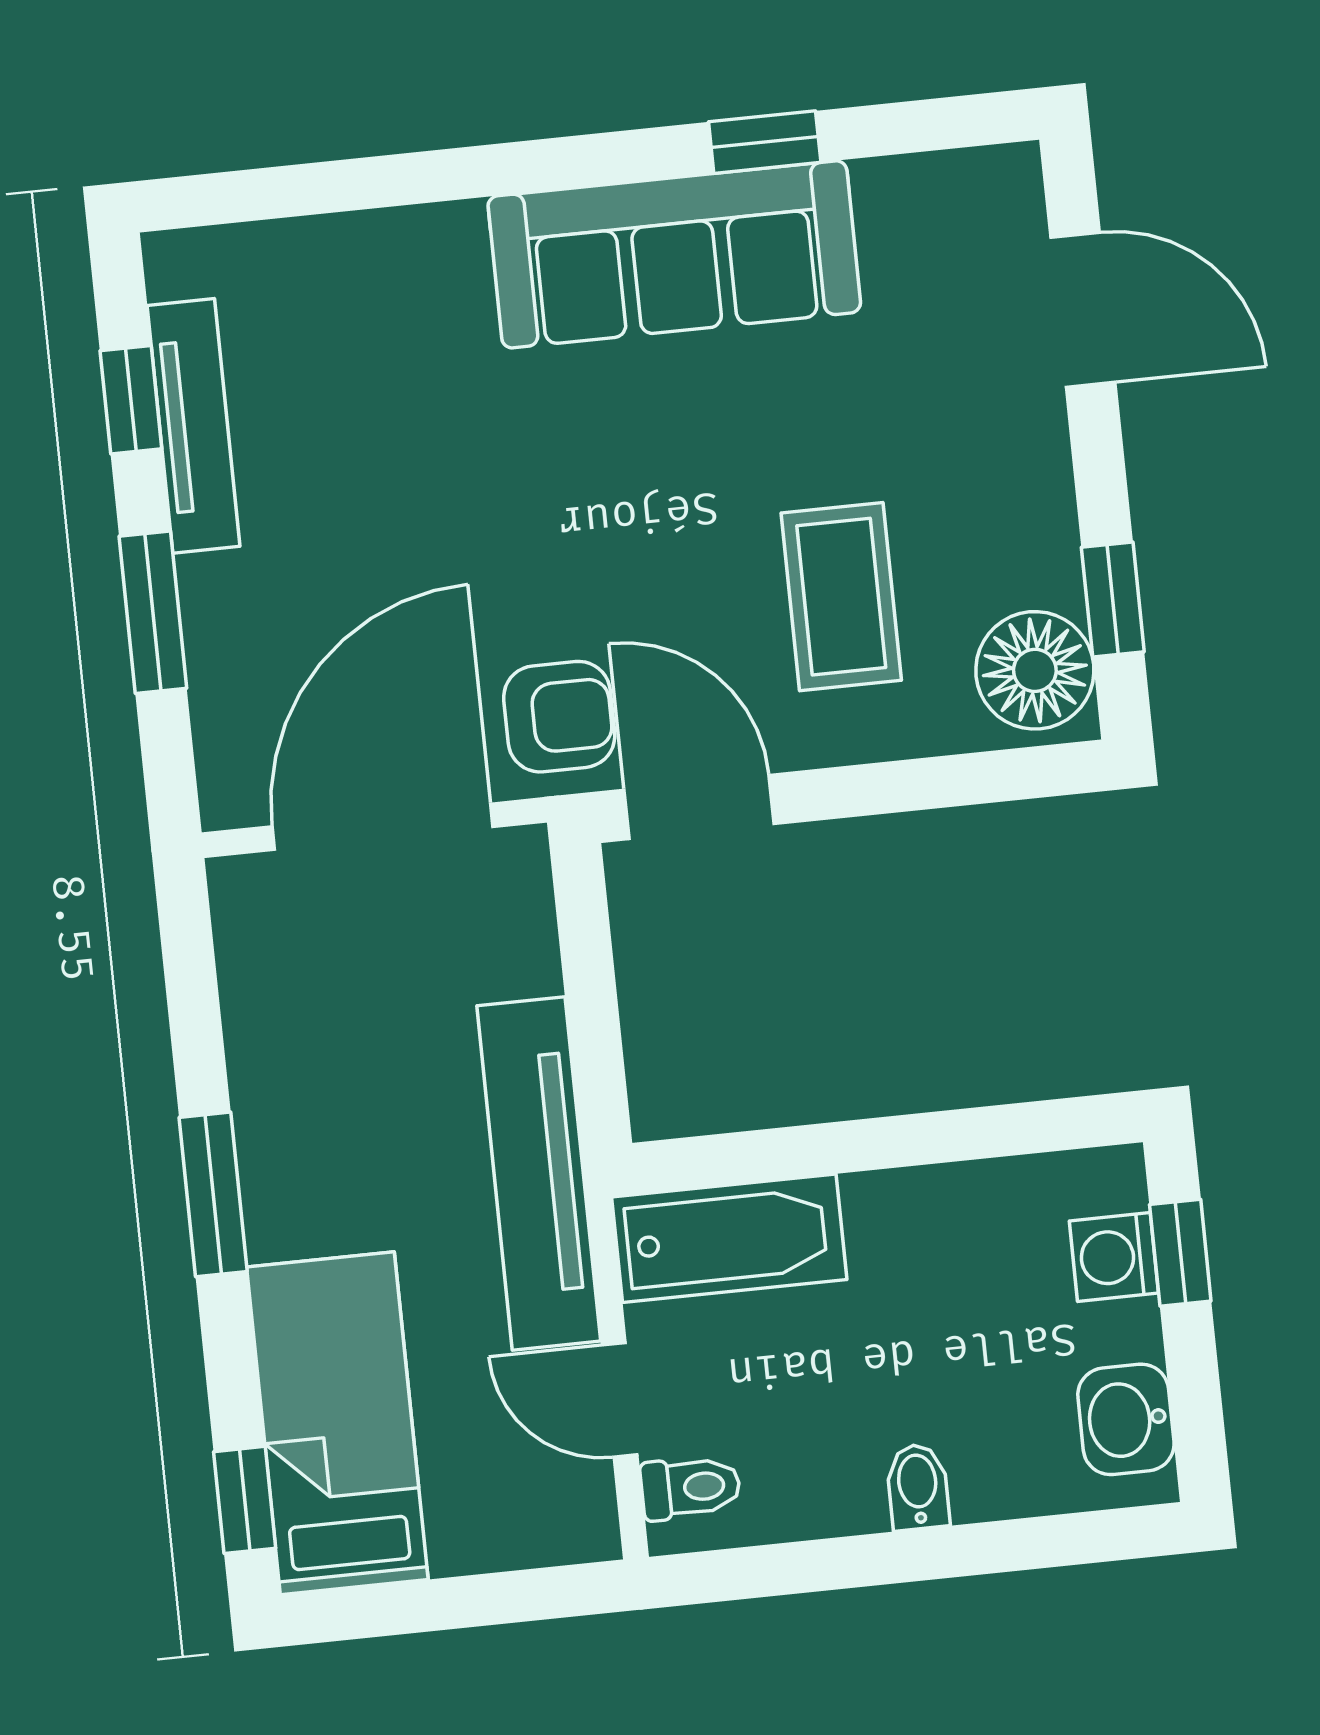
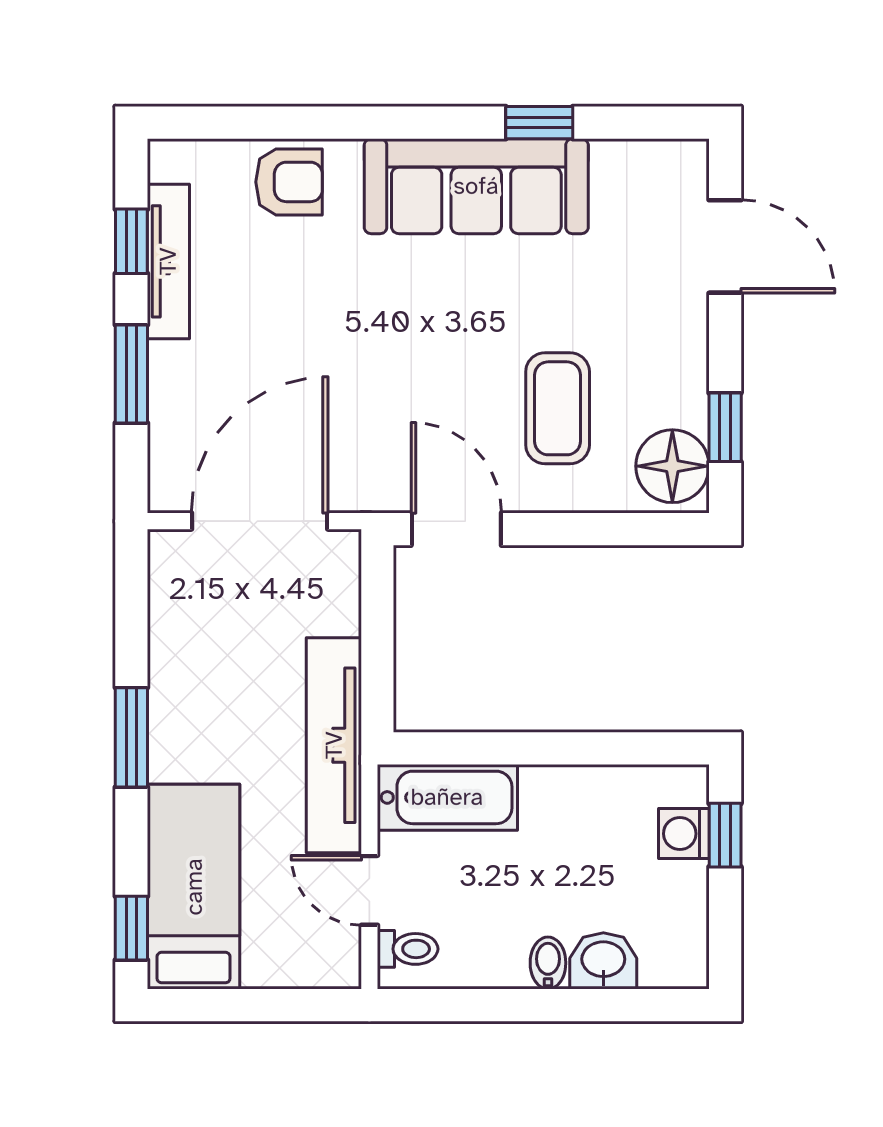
armchair: (559, 717) -> (289, 182), moved
washbasin: (1126, 1419) -> (603, 961), moved, turned 90

